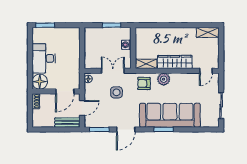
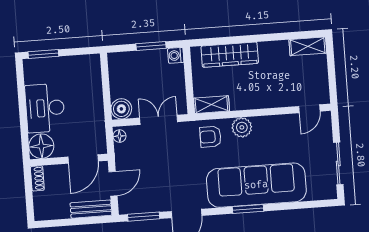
washing machine: (126, 45) -> (176, 55), moved
boiler: (91, 62) -> (121, 109), added
wardrobe: (175, 62) -> (230, 55), moved, turned 180
side table: (116, 92) -> (167, 154), removed

